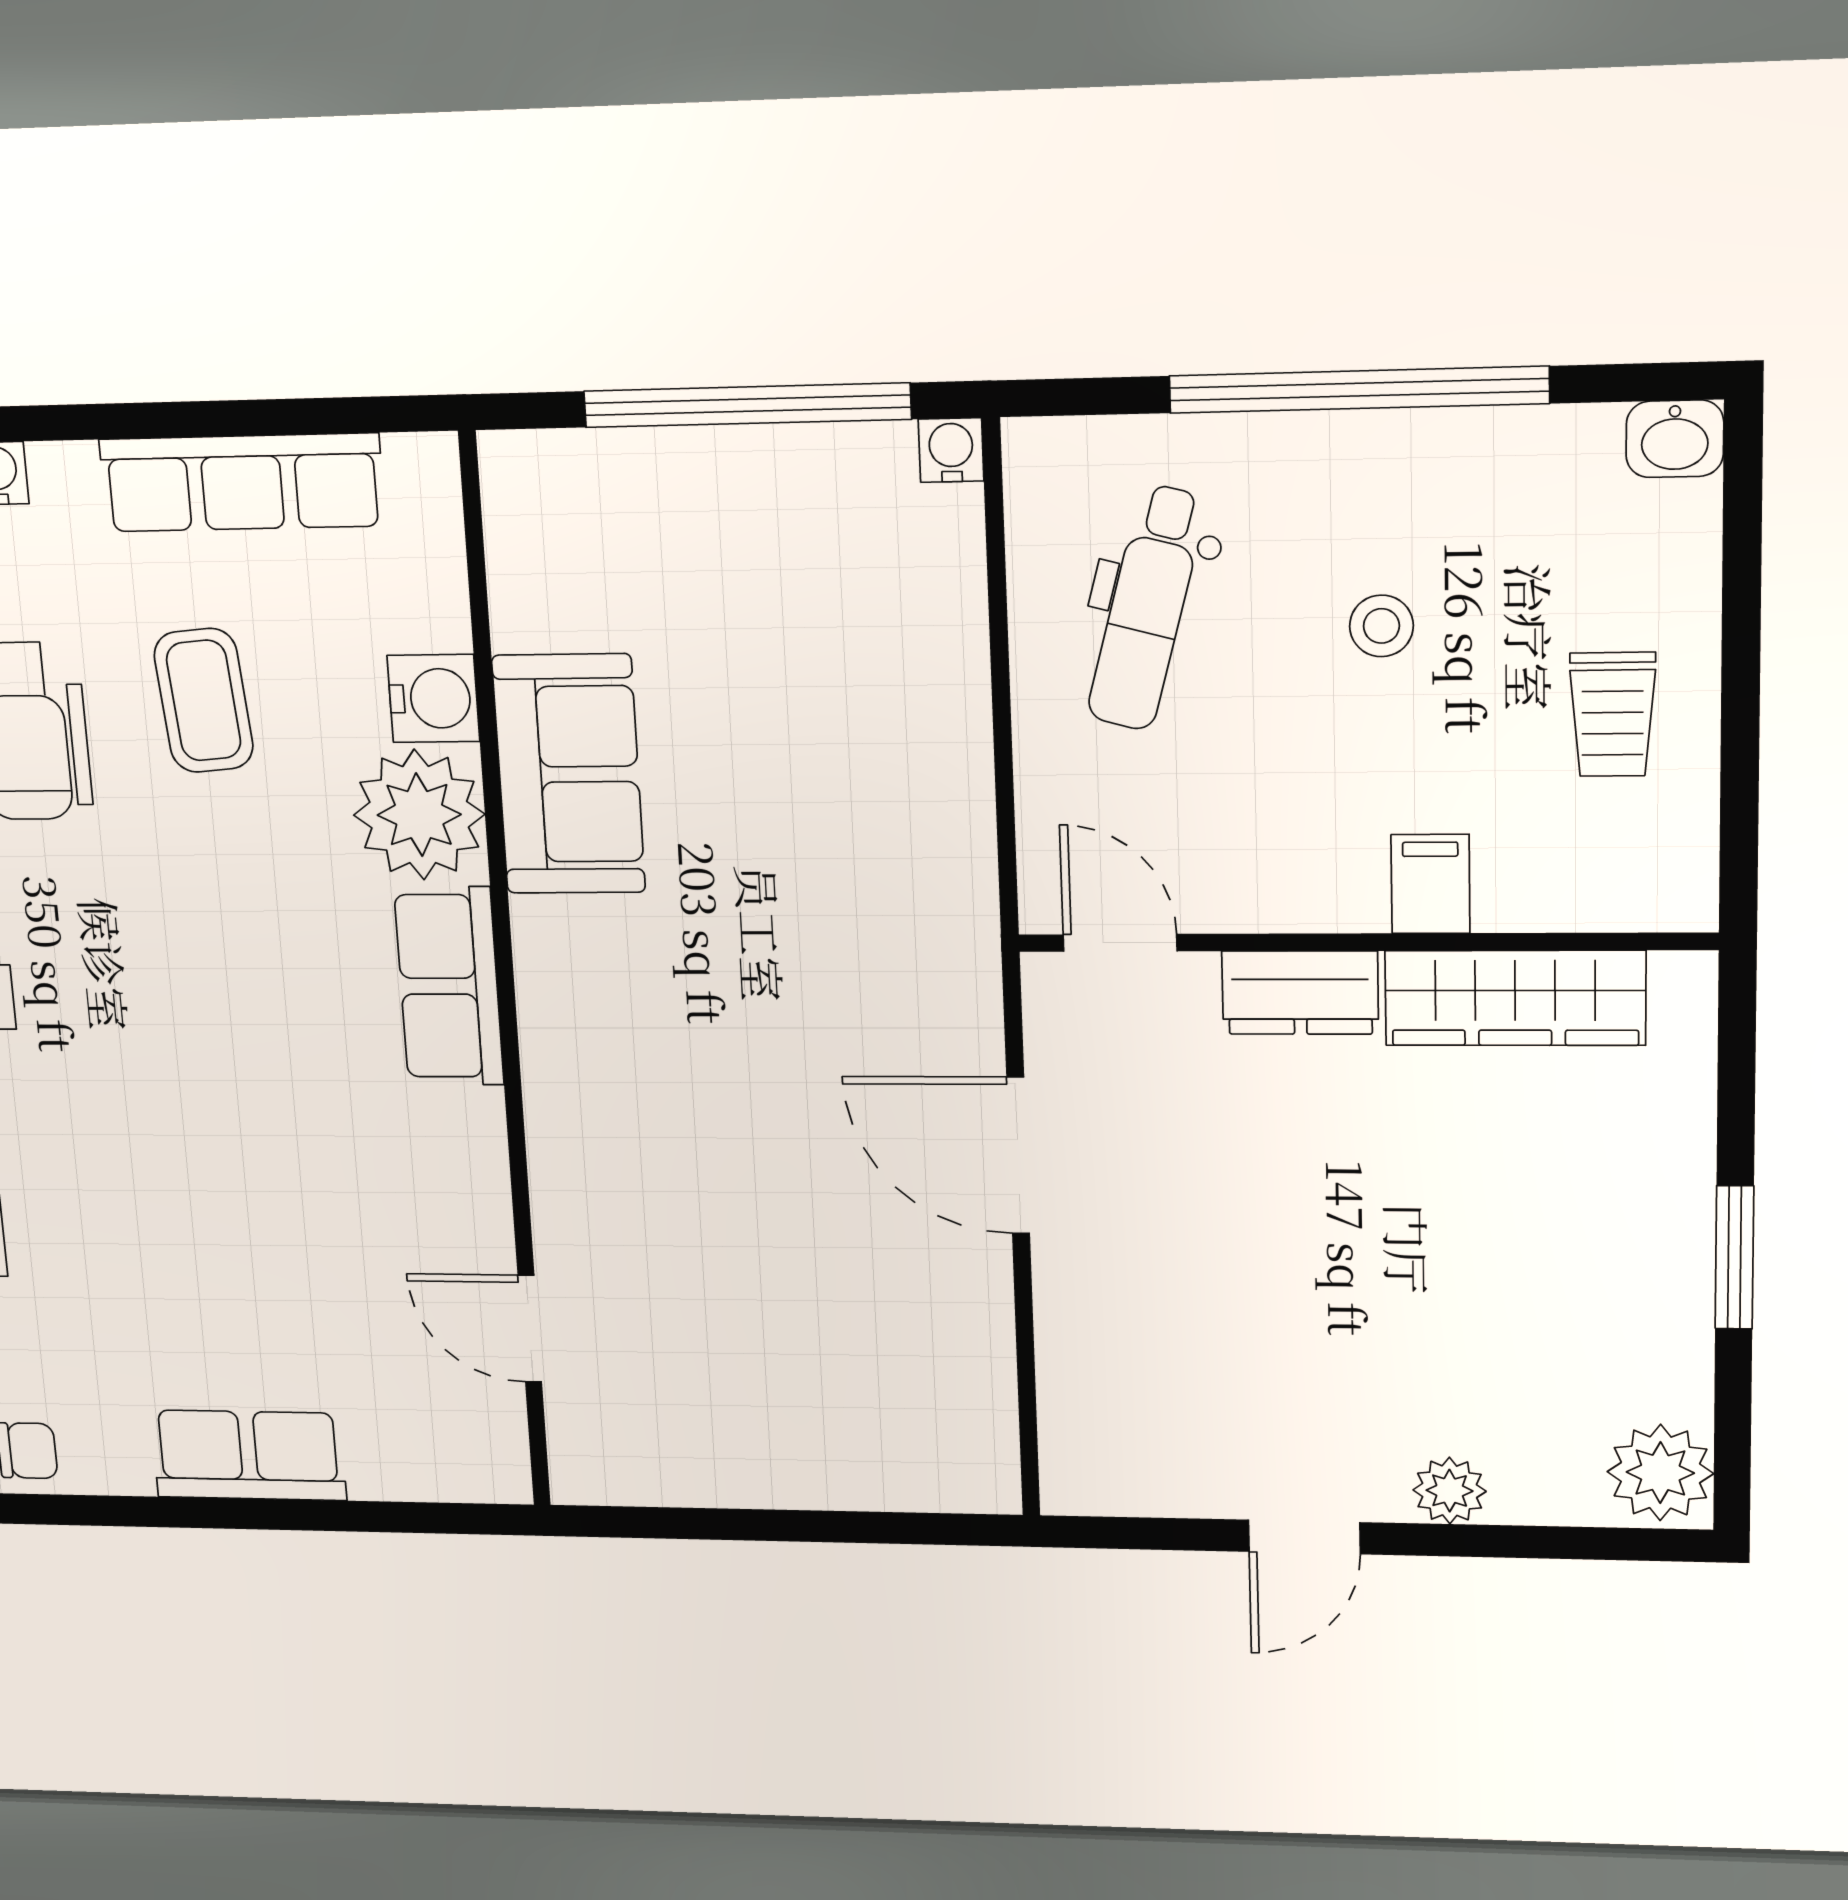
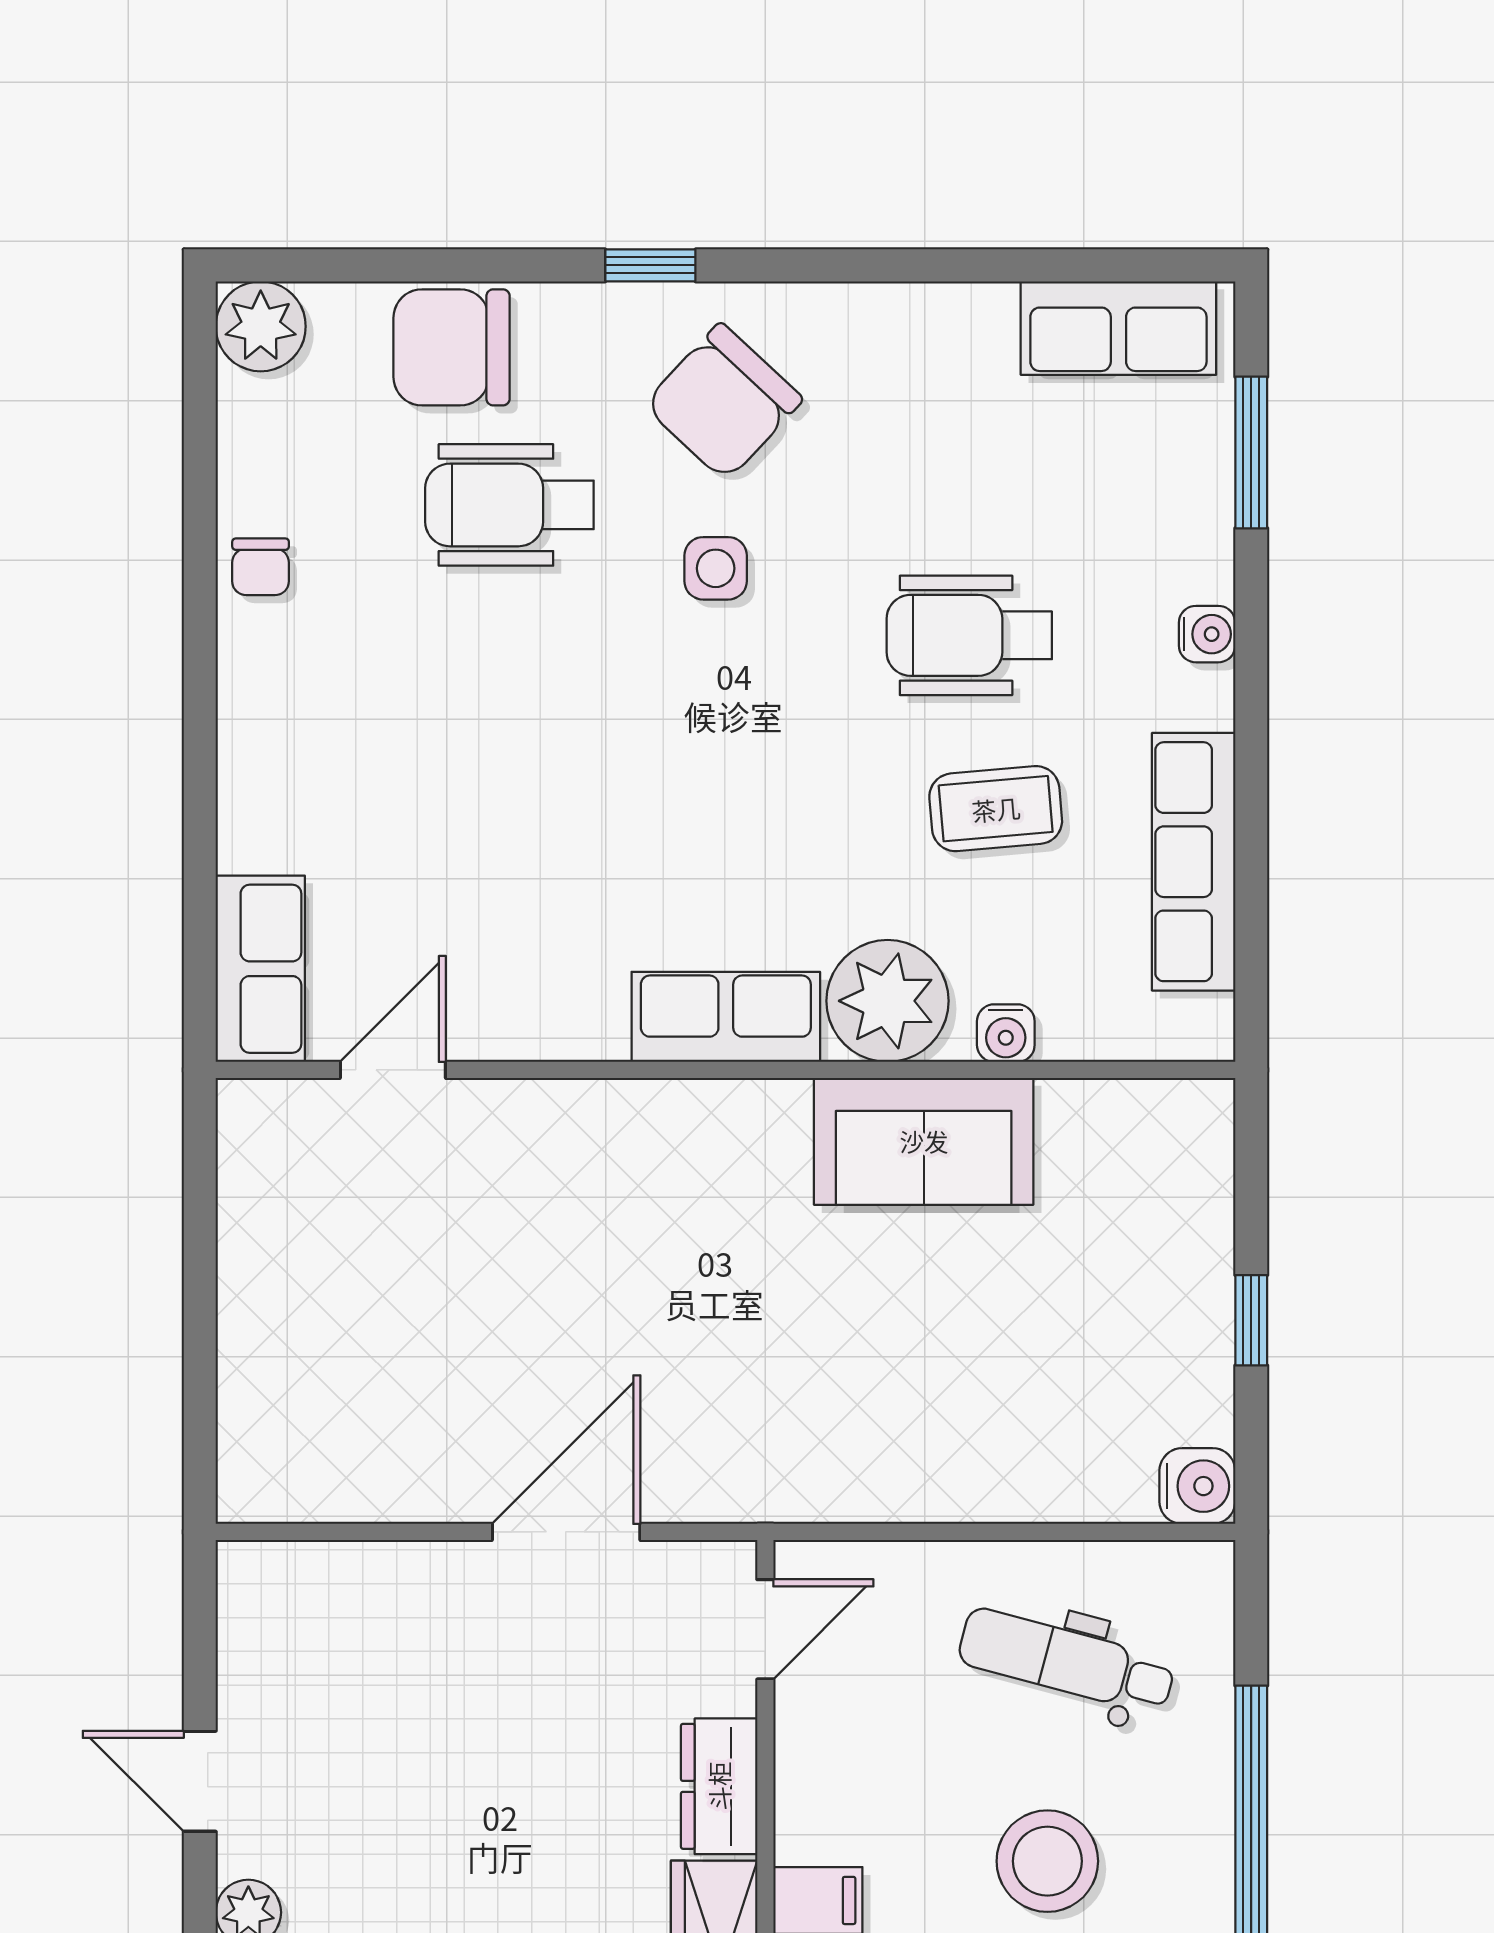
window: (747, 405) -> (1251, 1320), width x0.32
water cooler: (951, 450) -> (1197, 1486), width x1.38, depth x1.38
stool: (1381, 626) -> (1047, 1861), width x1.89, depth x1.89
water cooler: (433, 698) -> (1006, 1033), width x0.72, depth x0.72
row of seats: (248, 1455) -> (260, 969), moved

